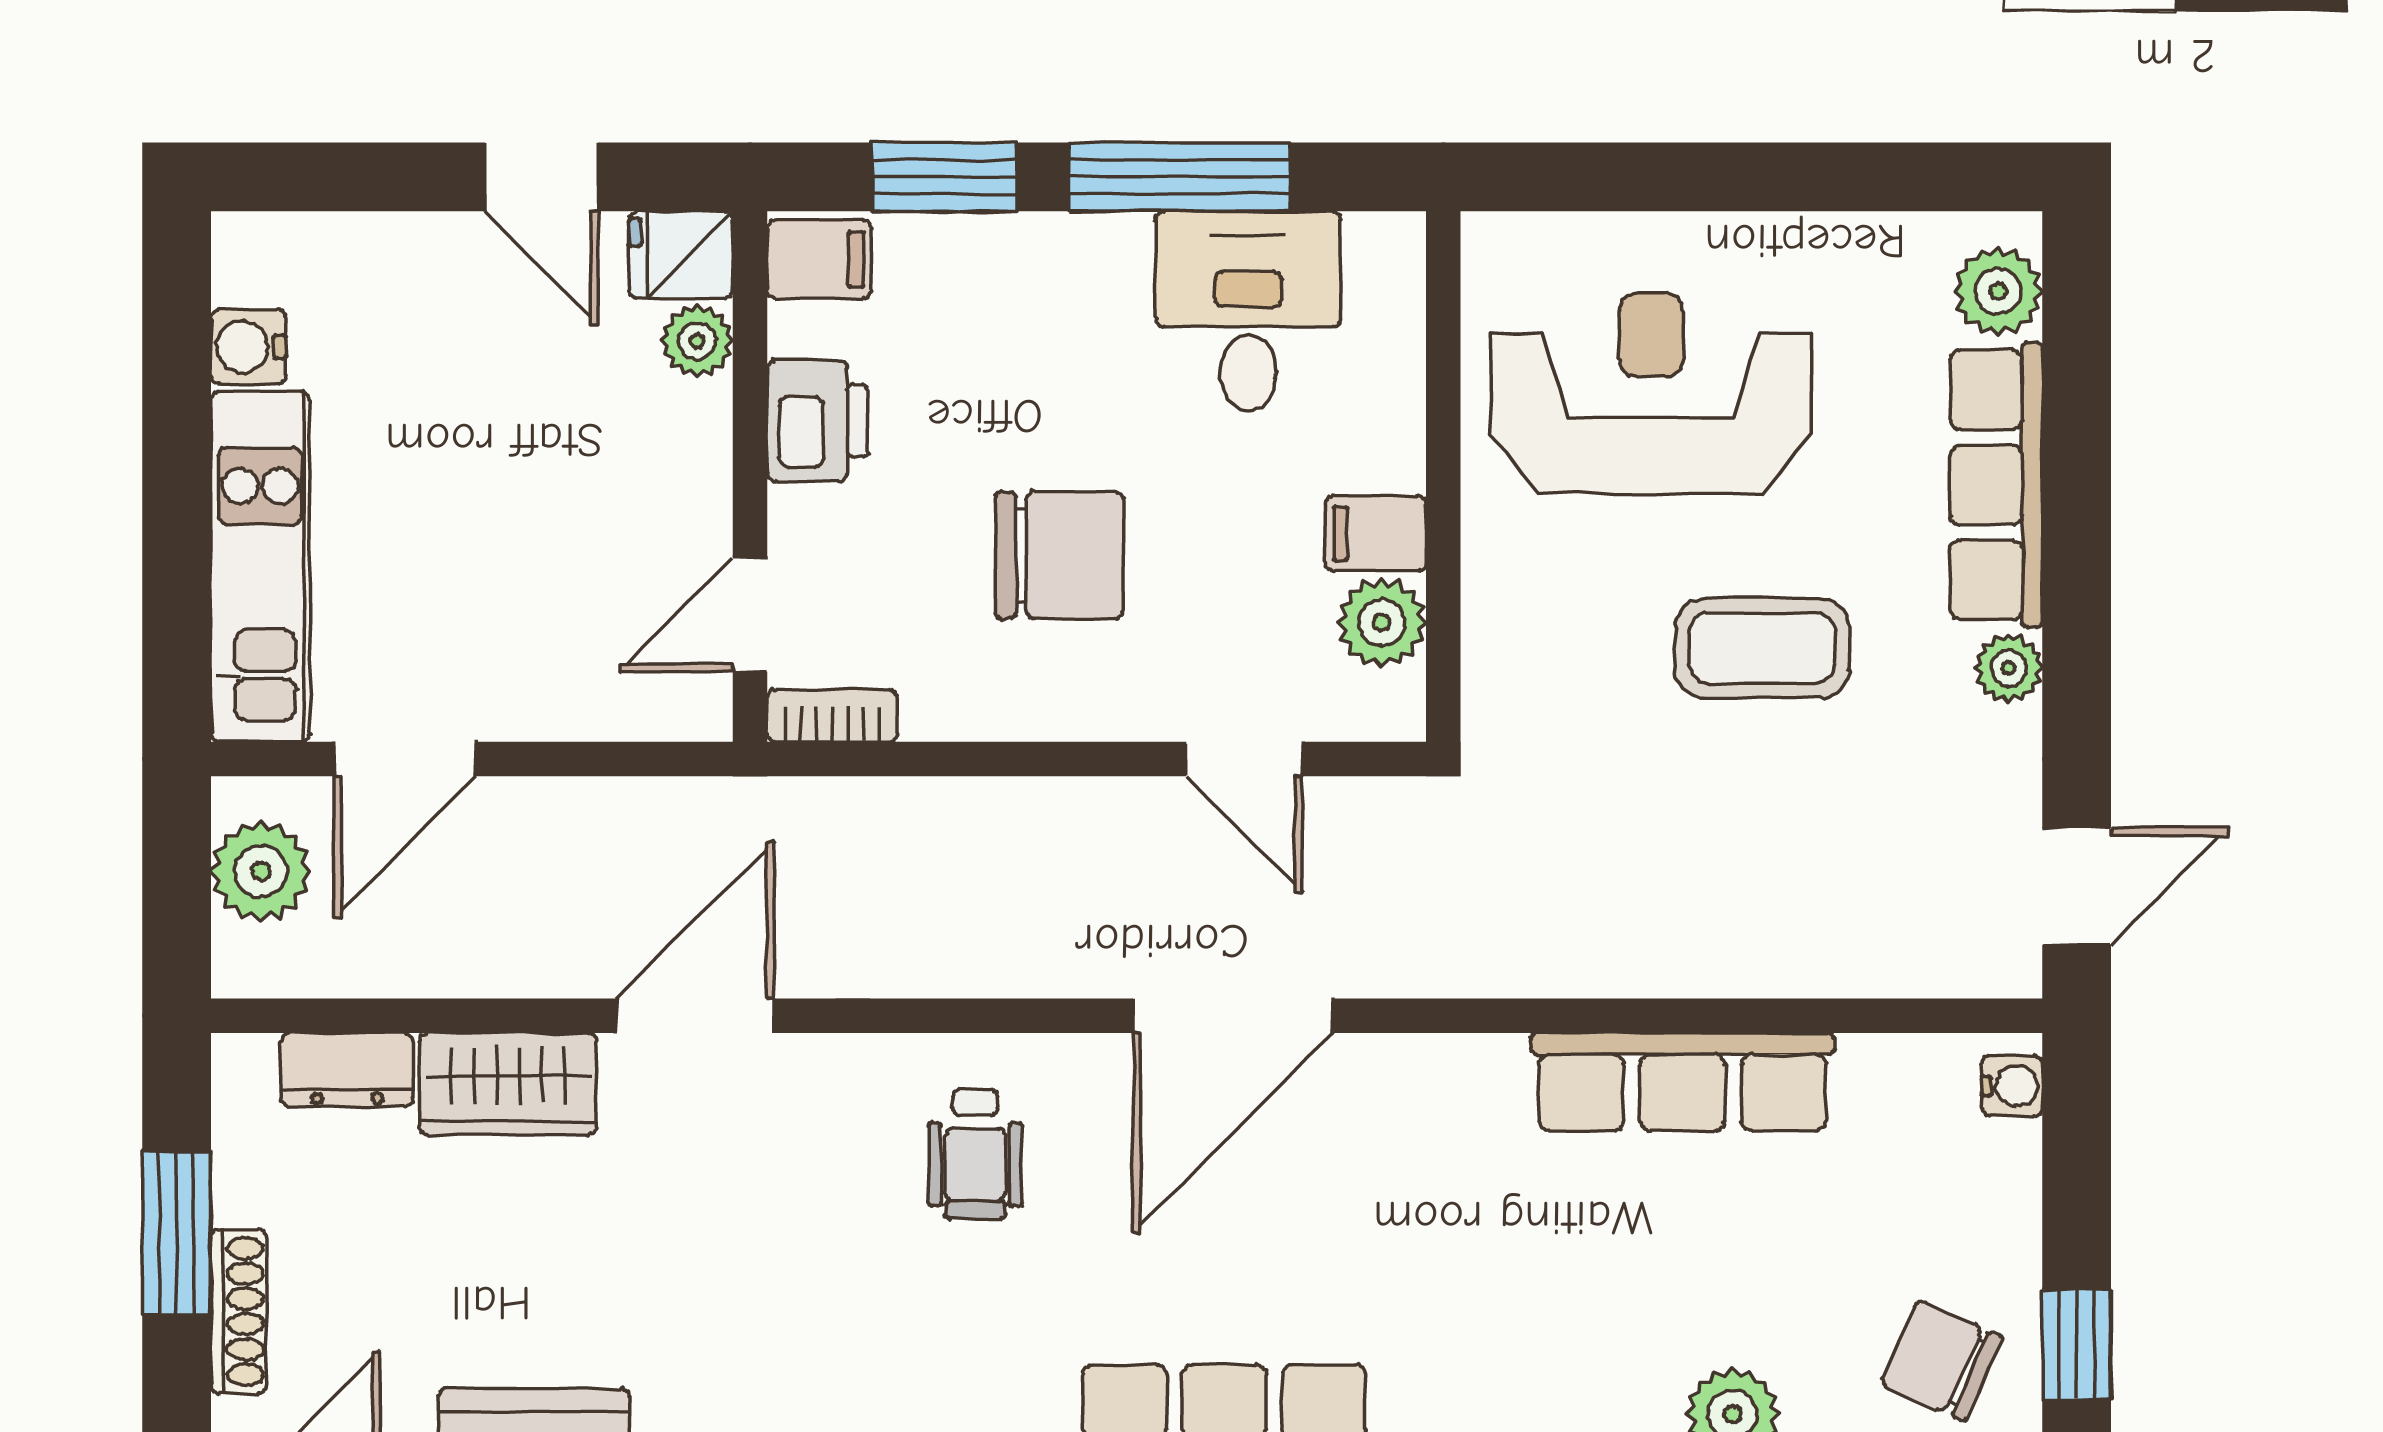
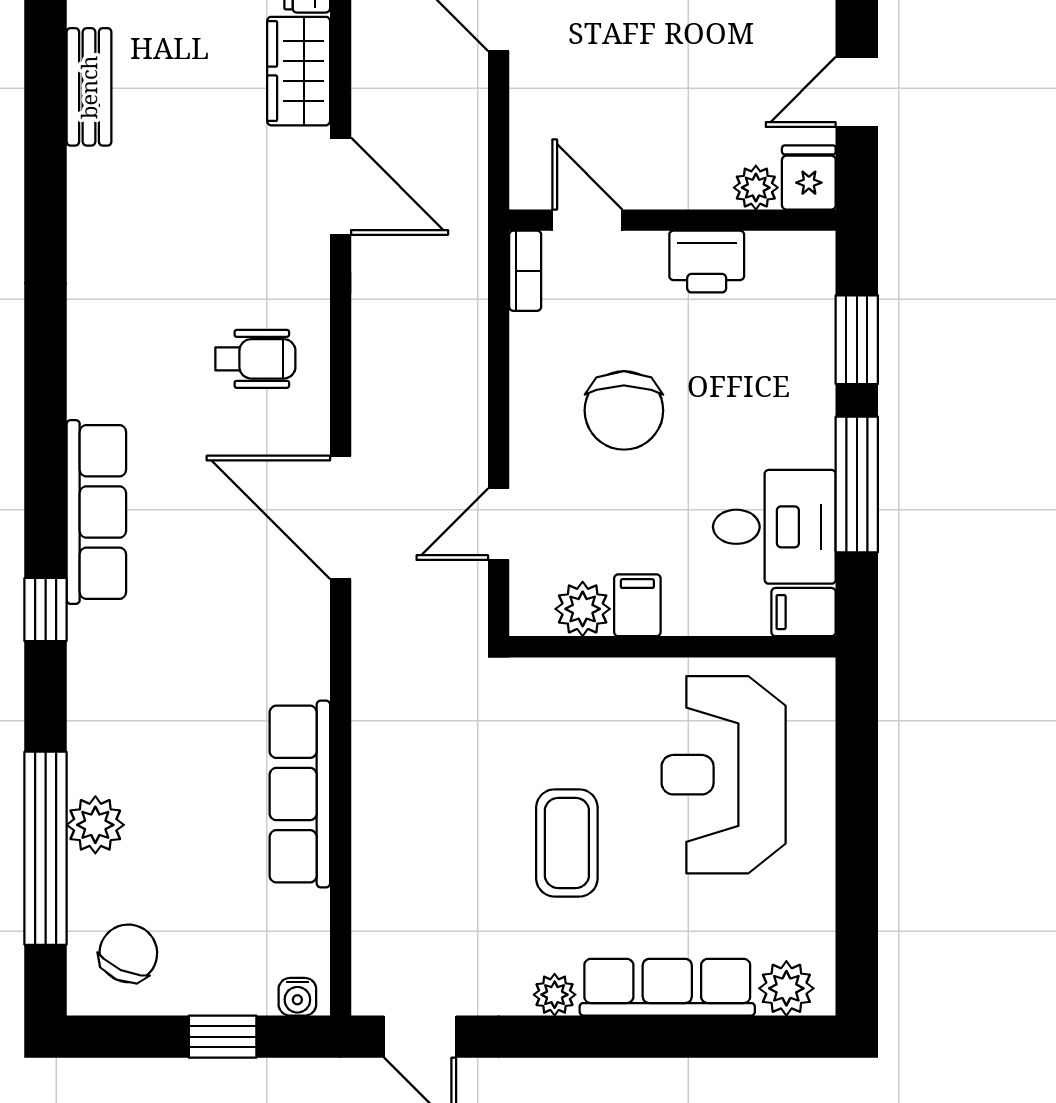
filing cabinet: (819, 259) -> (804, 612), moved, turned 90
reception desk: (1651, 393) -> (724, 775), turned 180
wheelchair: (975, 1154) -> (255, 359), turned 180
window: (2077, 1344) -> (223, 1037), moved

